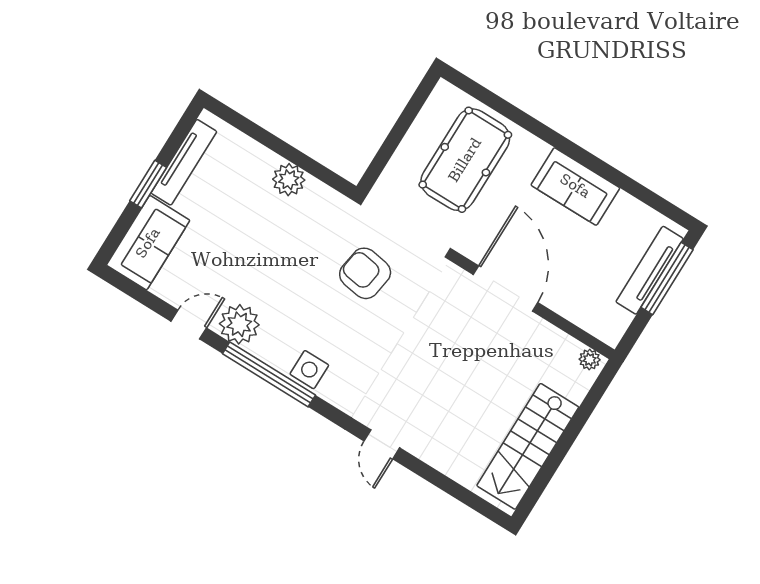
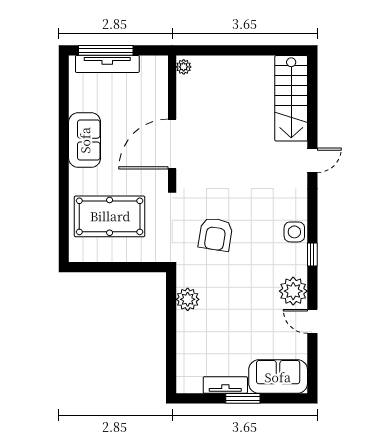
tv unit: (184, 162) -> (225, 385), width x0.71
plant: (289, 180) -> (188, 299), moved
window: (269, 374) -> (312, 254), width x0.32
stairs: (528, 446) -> (291, 98), moved, turned 90

